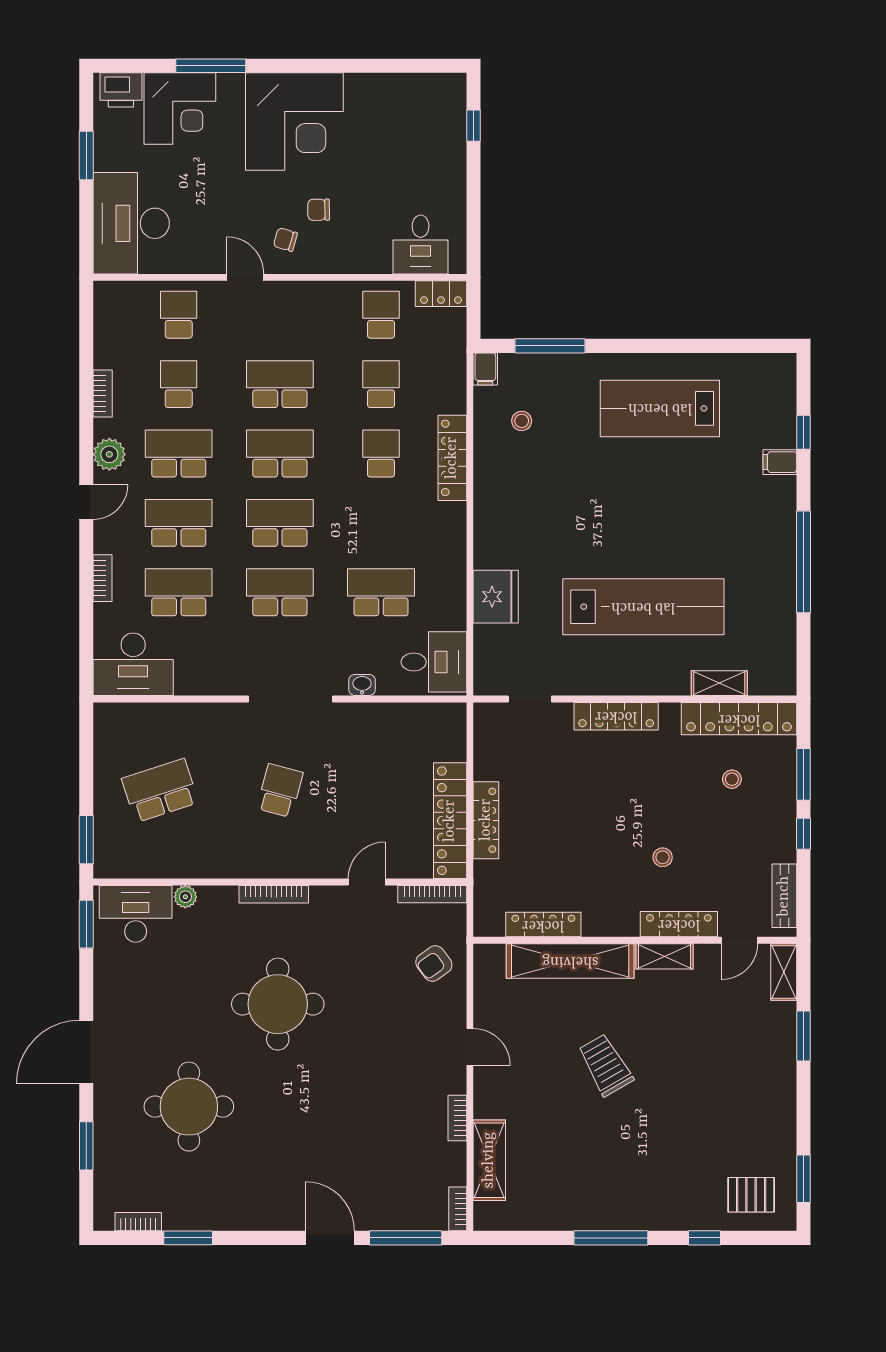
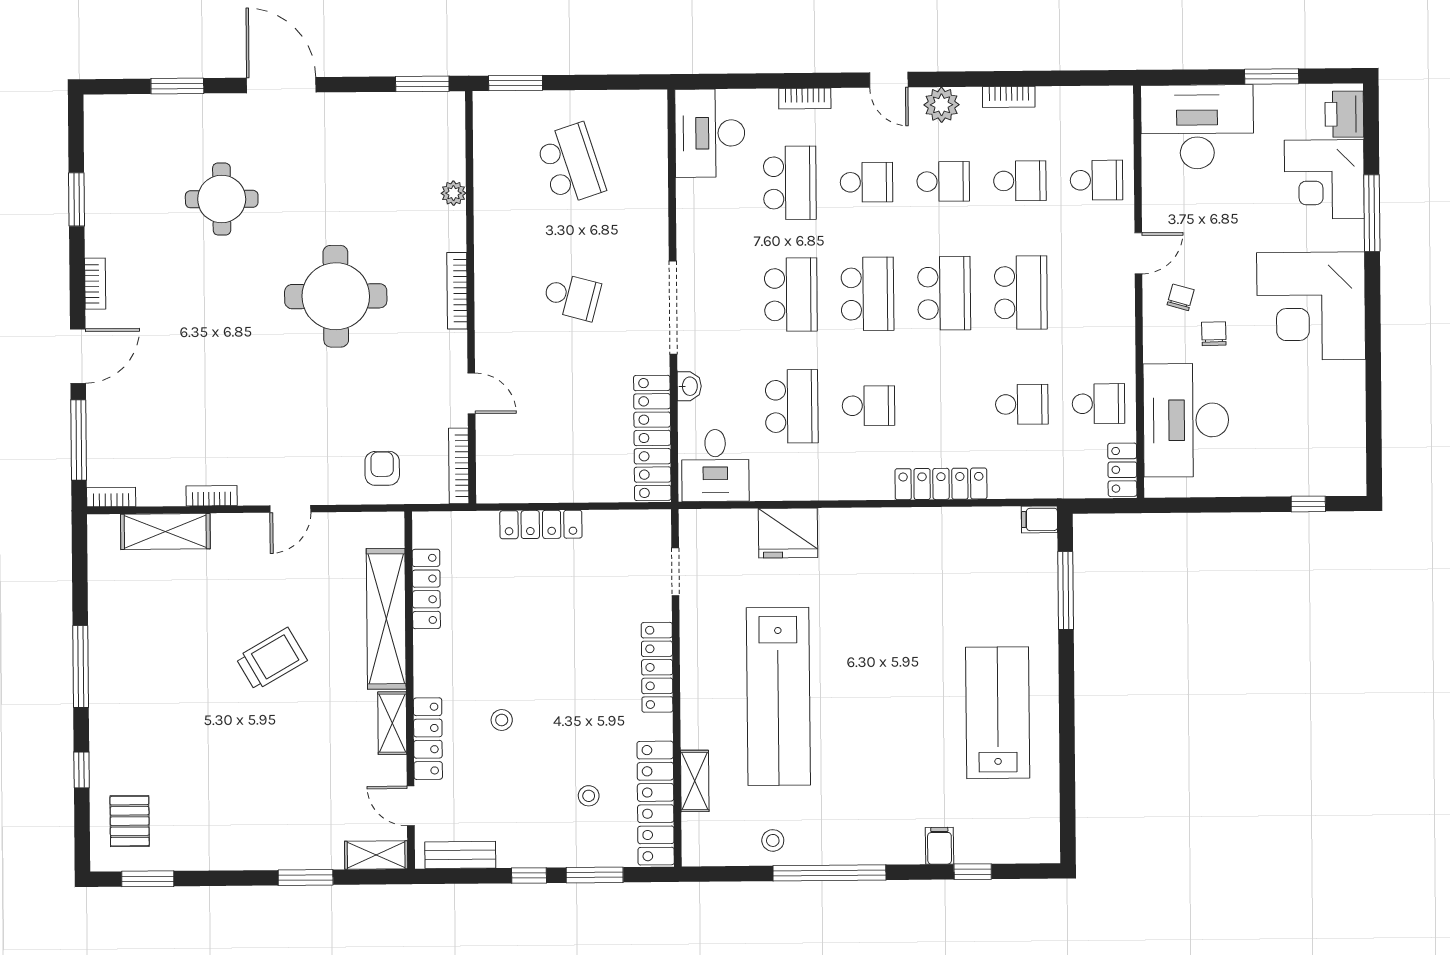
desk: (421, 245) -> (1186, 420), width x1.87, depth x1.30
stool: (522, 421) -> (773, 840), moved
school desk: (179, 453) -> (943, 181), width x0.54
school desk: (381, 453) -> (868, 406), moved
school desk: (179, 523) -> (866, 182), width x0.54
locker: (450, 821) -> (652, 438), moved, turned -90
desk: (136, 914) -> (434, 138), removed
armchair: (434, 963) -> (382, 468), turned 36
round table: (189, 1107) -> (222, 199), width x0.73, depth x0.73
bookcase: (138, 1222) -> (95, 284), moved

